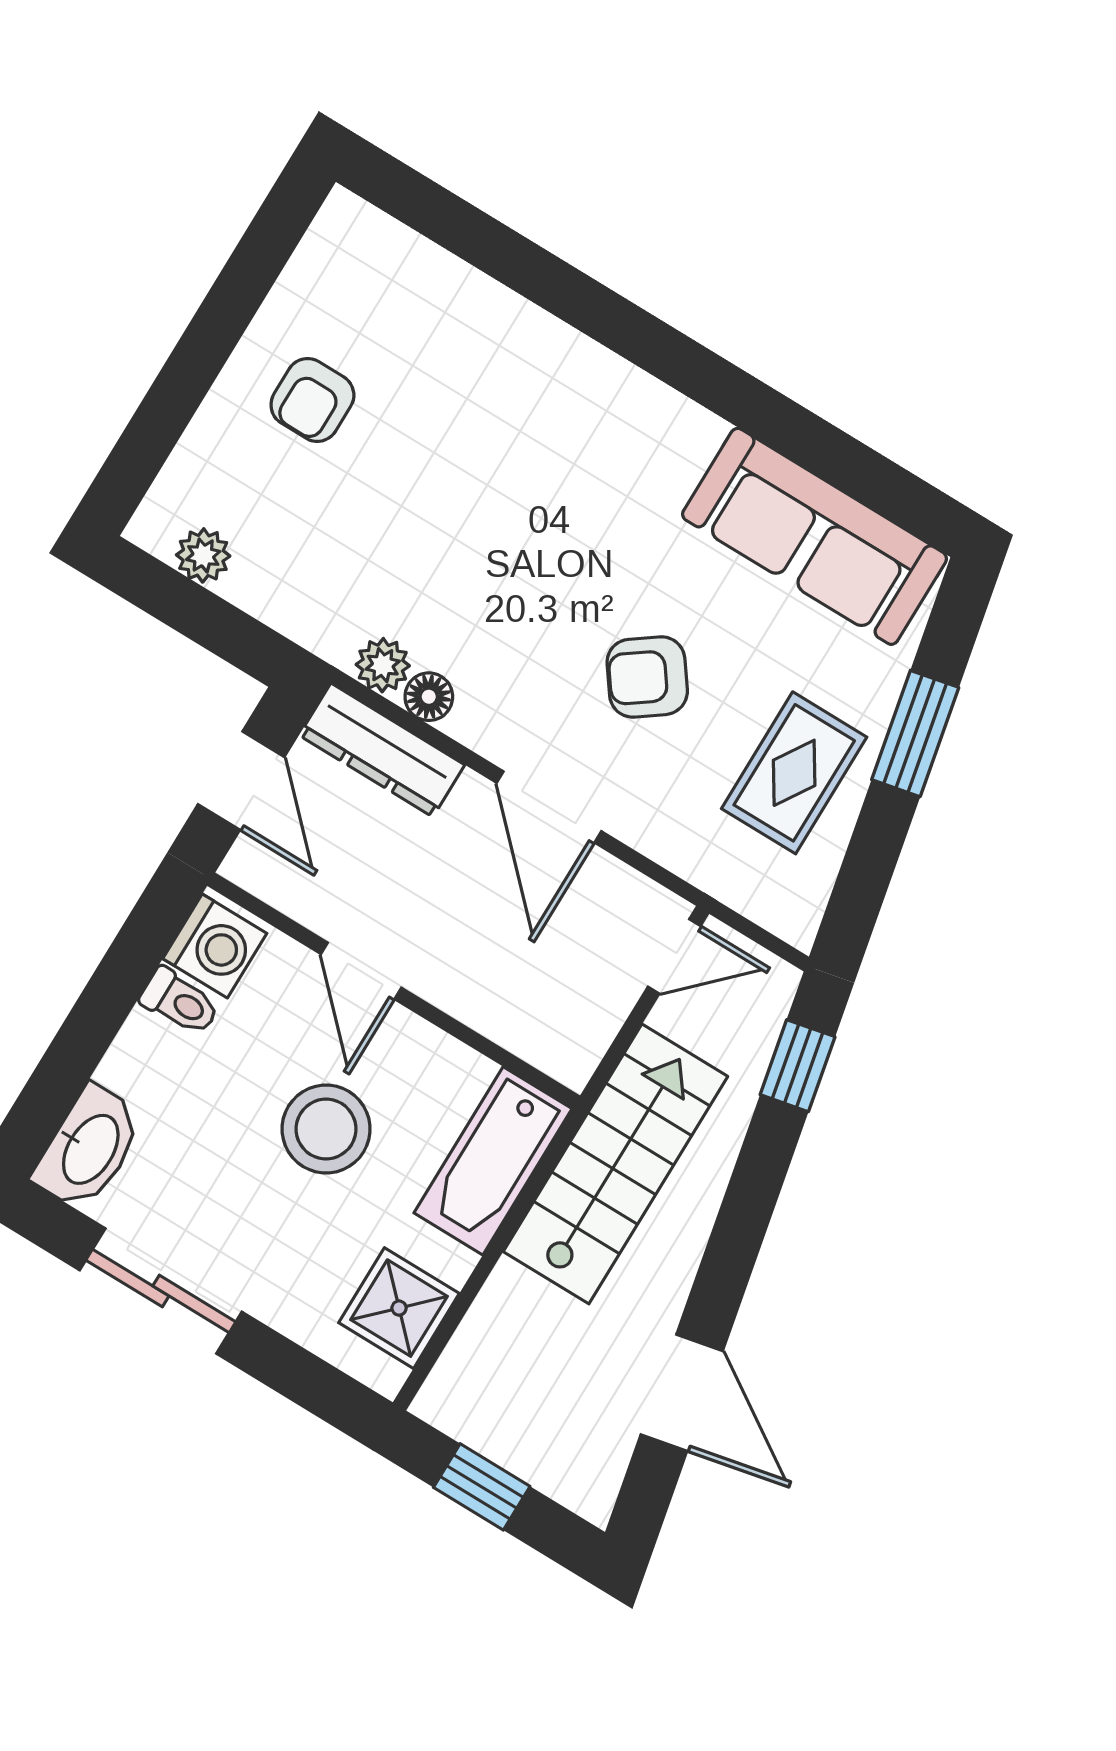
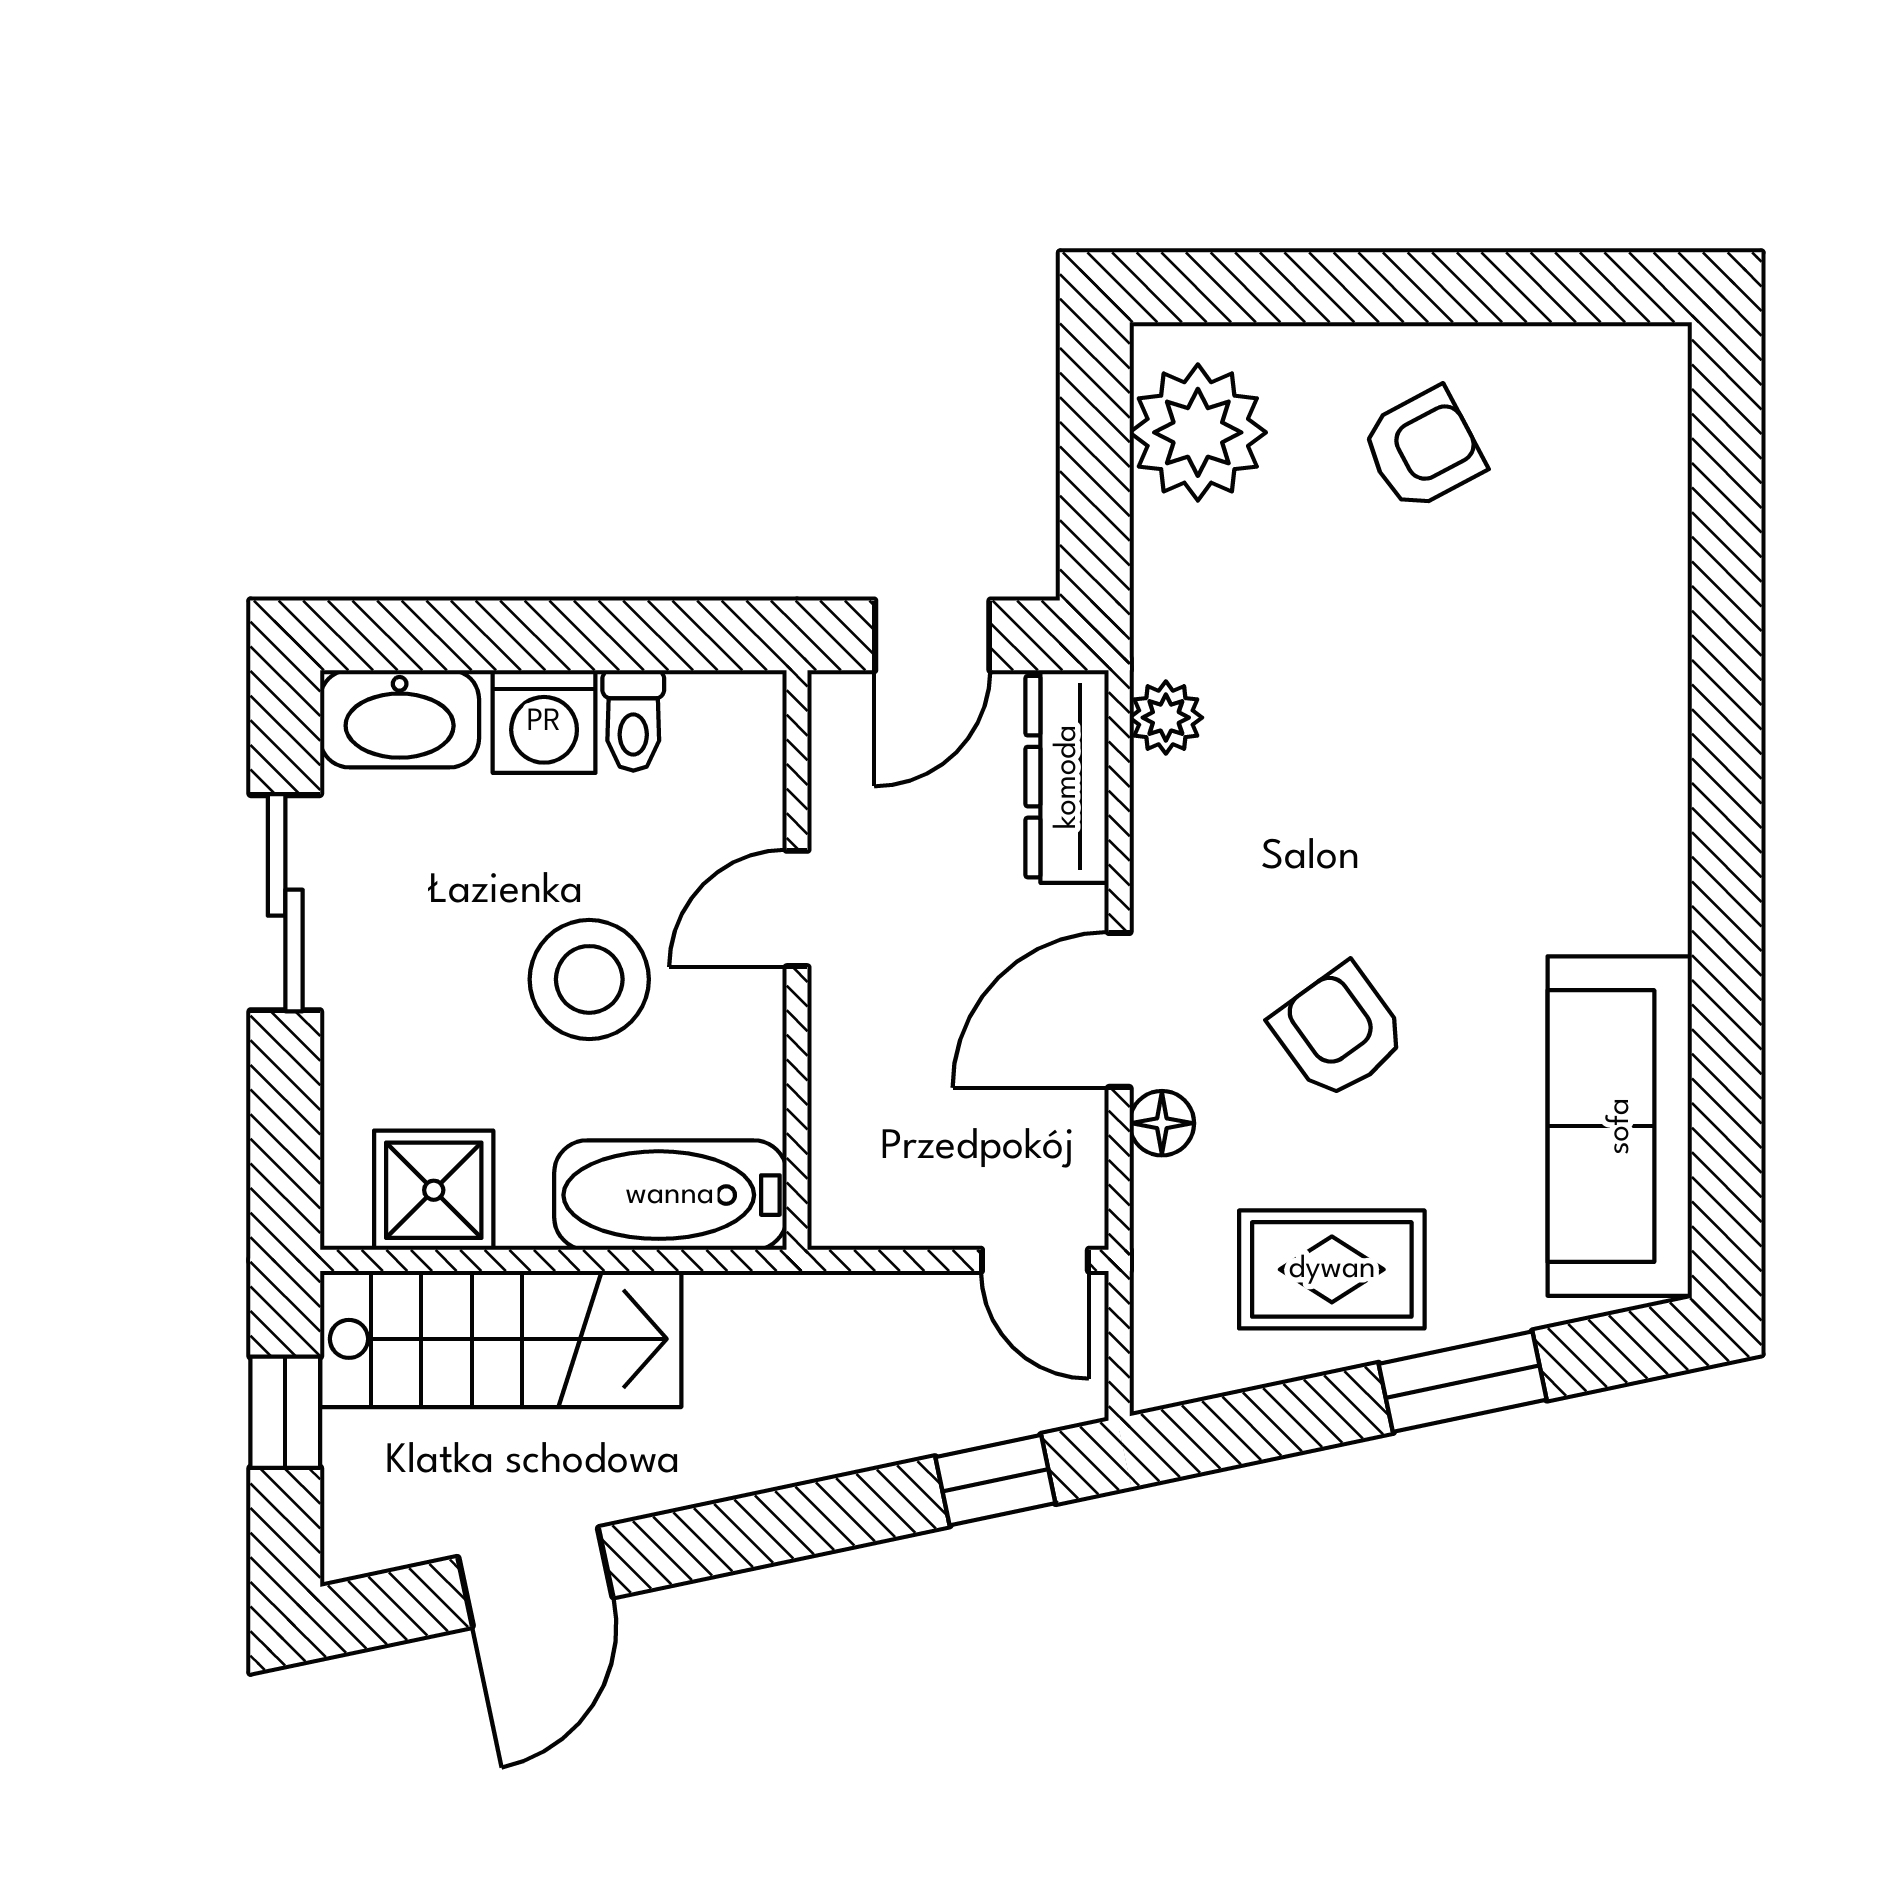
armchair: (312, 400) -> (1423, 449), turned 152
plant: (203, 555) -> (1198, 432), width x1.88, depth x1.88
floor lamp: (429, 697) -> (1162, 1123), moved
washing machine: (215, 946) -> (544, 722), moved
stairs: (615, 1164) -> (501, 1339), moved

